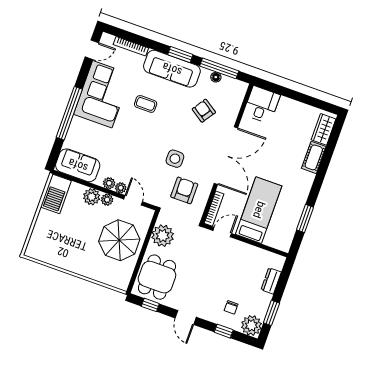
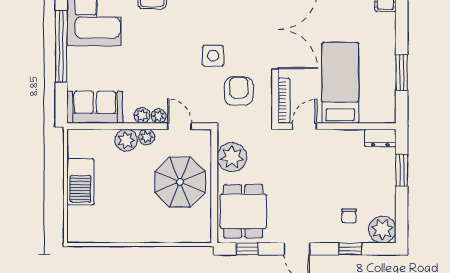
barbecue: (56, 194) -> (80, 182), moved
dresser: (271, 281) -> (380, 138), moved, turned -90
window: (271, 313) -> (402, 170), moved

